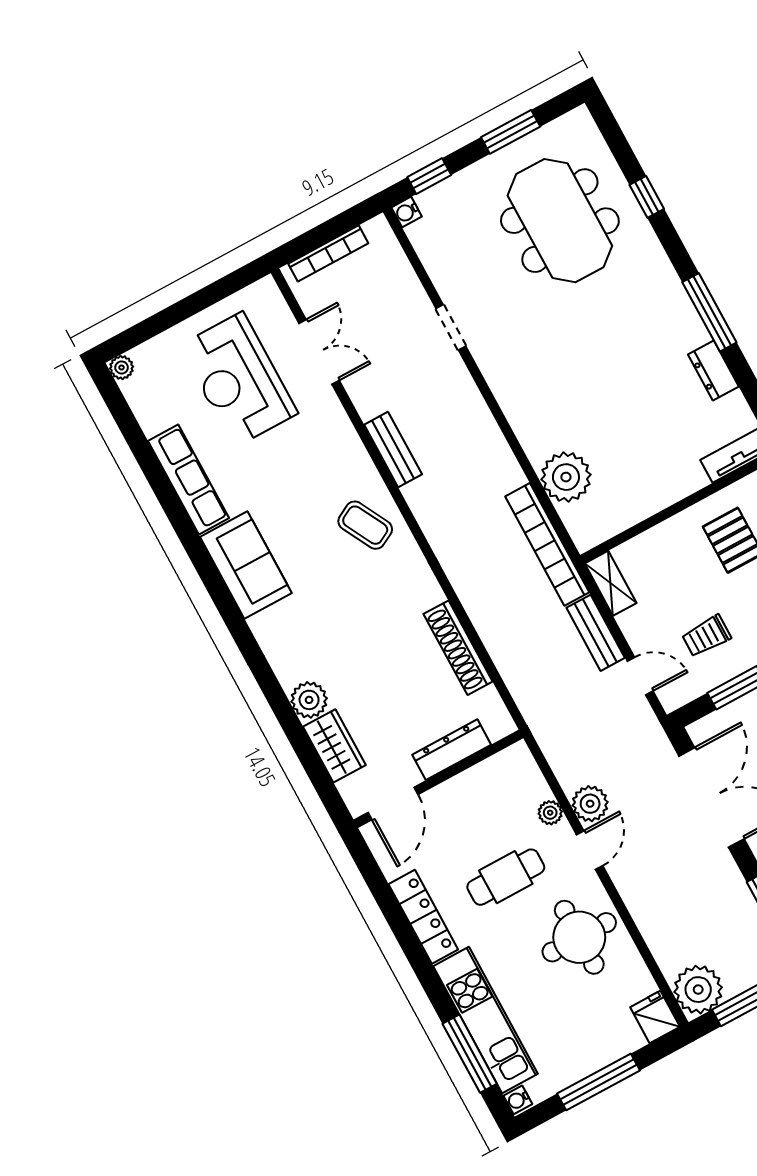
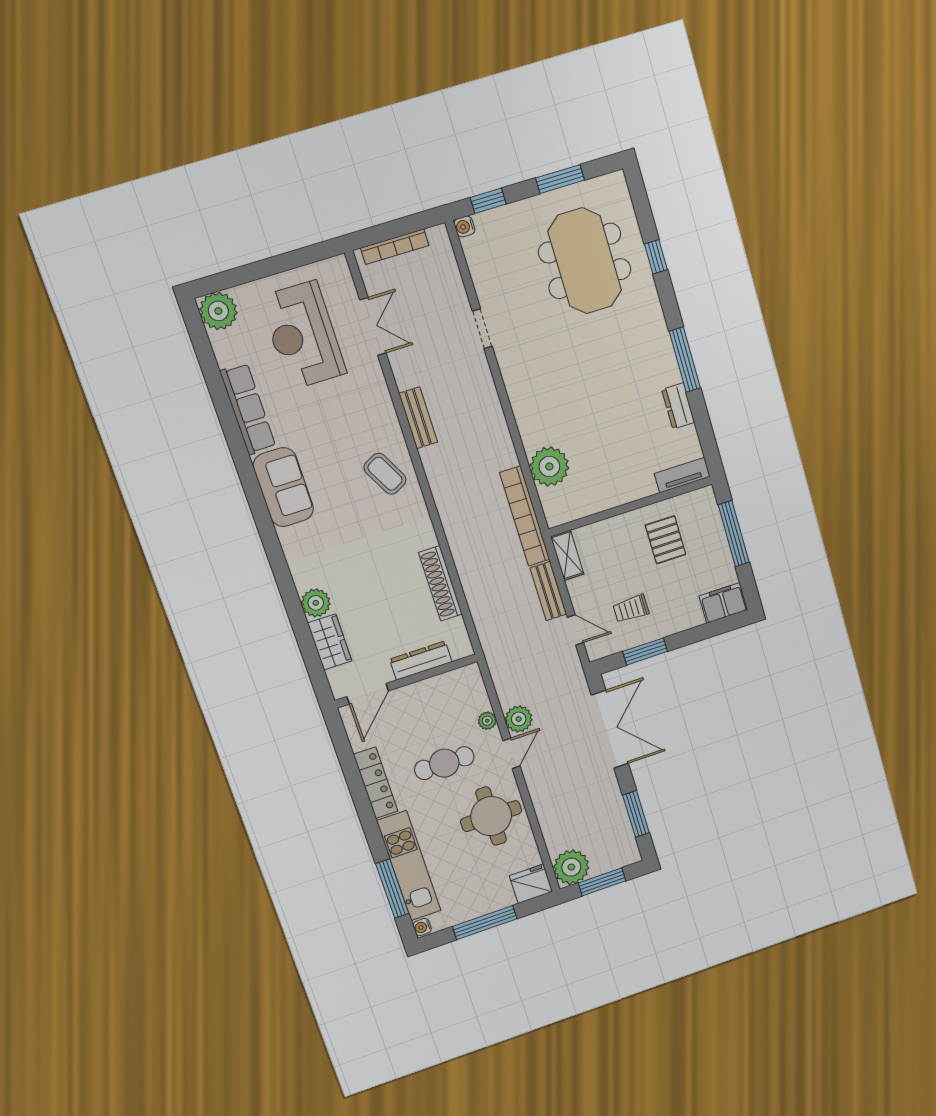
plant: (122, 368) -> (218, 311), width x1.88, depth x1.88
fridge: (655, 1017) -> (531, 884), width x1.38

